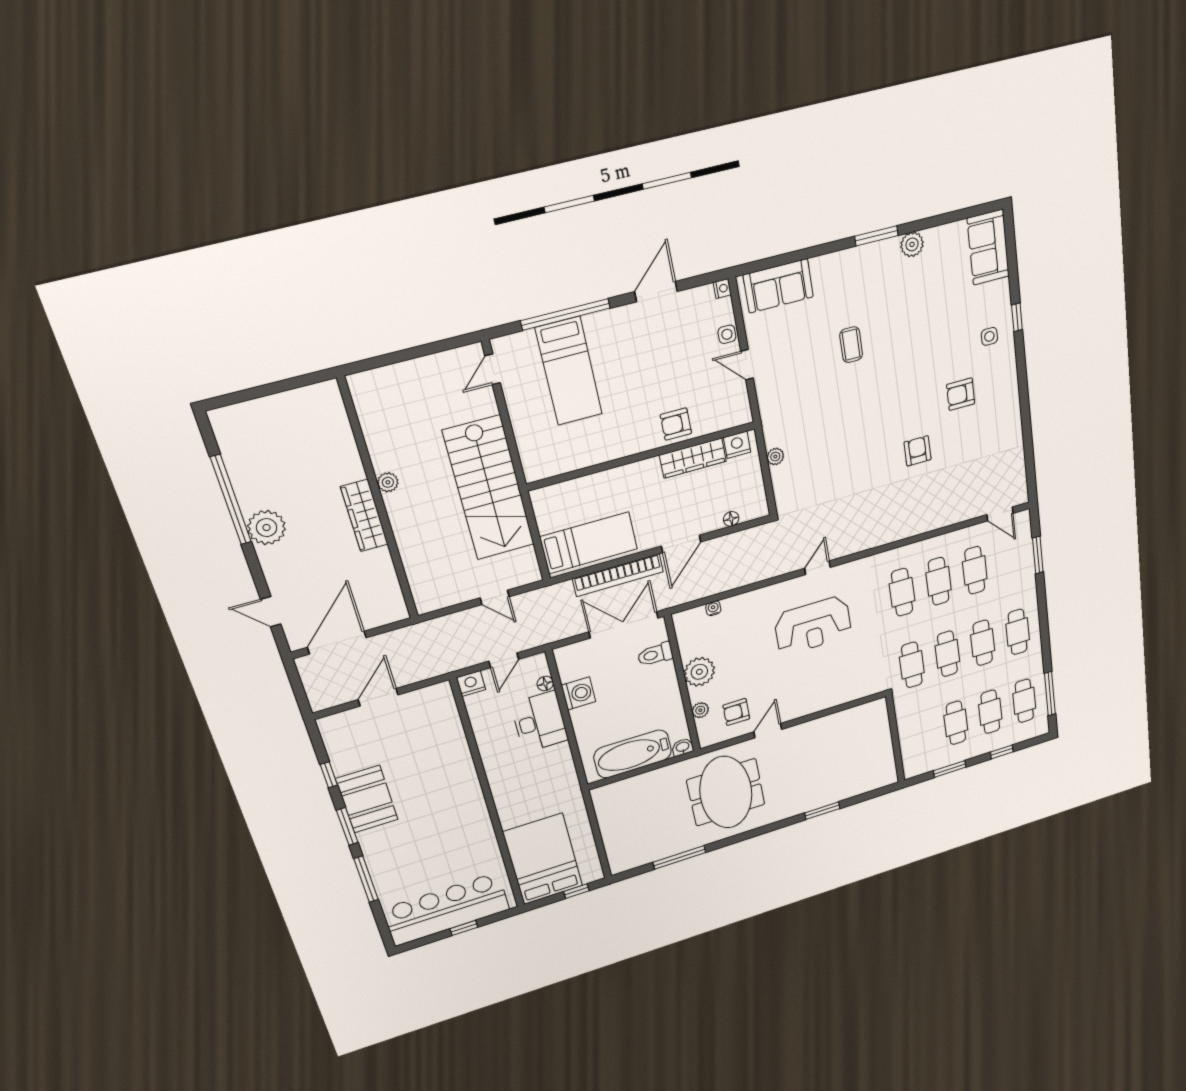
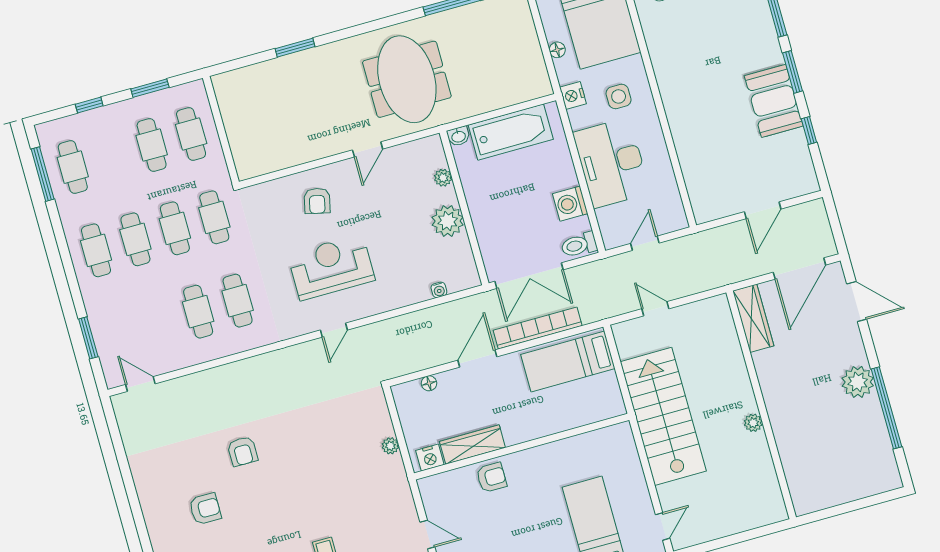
wardrobe: (364, 516) -> (753, 318), moved
cafe table: (975, 570) -> (159, 323), removed
door: (271, 612) -> (857, 302), width x1.38
toilet: (655, 654) -> (579, 245), moved, turned 180
nightstand: (471, 684) -> (573, 95), moved, turned 90
floor lamp: (545, 684) -> (557, 50), moved
armchair: (736, 712) -> (317, 201), moved, turned 103
cafe table: (990, 712) -> (191, 134), moved
desk: (540, 722) -> (611, 163), width x1.36, depth x1.30
side table: (526, 792) -> (619, 96), added

